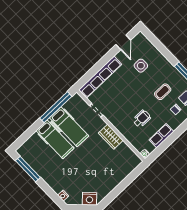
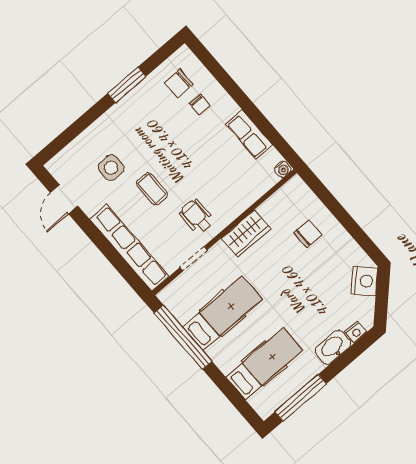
door: (123, 42) -> (64, 199), swing flipped
coffee table: (163, 92) -> (152, 189), moved
wheelchair: (142, 119) -> (197, 217), moved
hospital bed: (55, 139) -> (264, 364), moved
chair: (112, 168) -> (308, 234), added
washbasin: (55, 184) -> (333, 347), added

